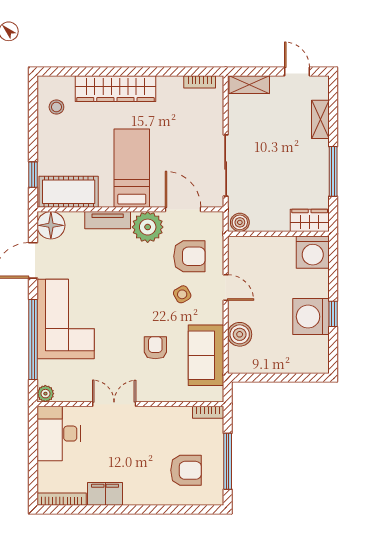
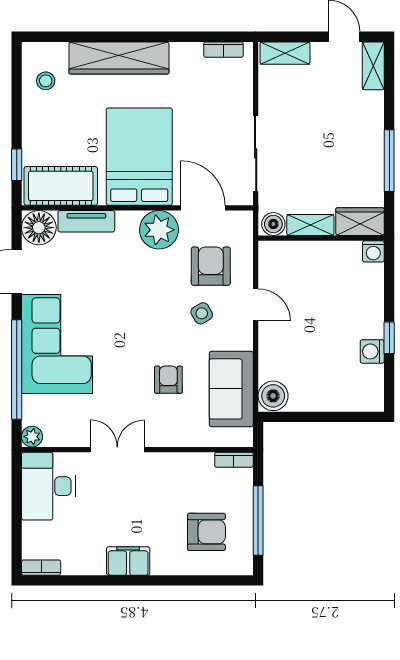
shelving: (320, 119) -> (373, 66), moved
bed: (132, 168) -> (139, 157), width x1.50
tv unit: (108, 220) -> (86, 221), moved
shelving: (270, 223) -> (310, 225), added
washing machine: (313, 252) -> (373, 251), width x0.53, depth x0.53
armchair: (189, 256) -> (211, 266), turned -90
washing machine: (311, 317) -> (372, 351), width x0.53, depth x0.53
boiler: (240, 334) -> (273, 396), moved
filing cabinet: (105, 494) -> (128, 561), moved
bookcase: (62, 499) -> (41, 568), width x0.64

